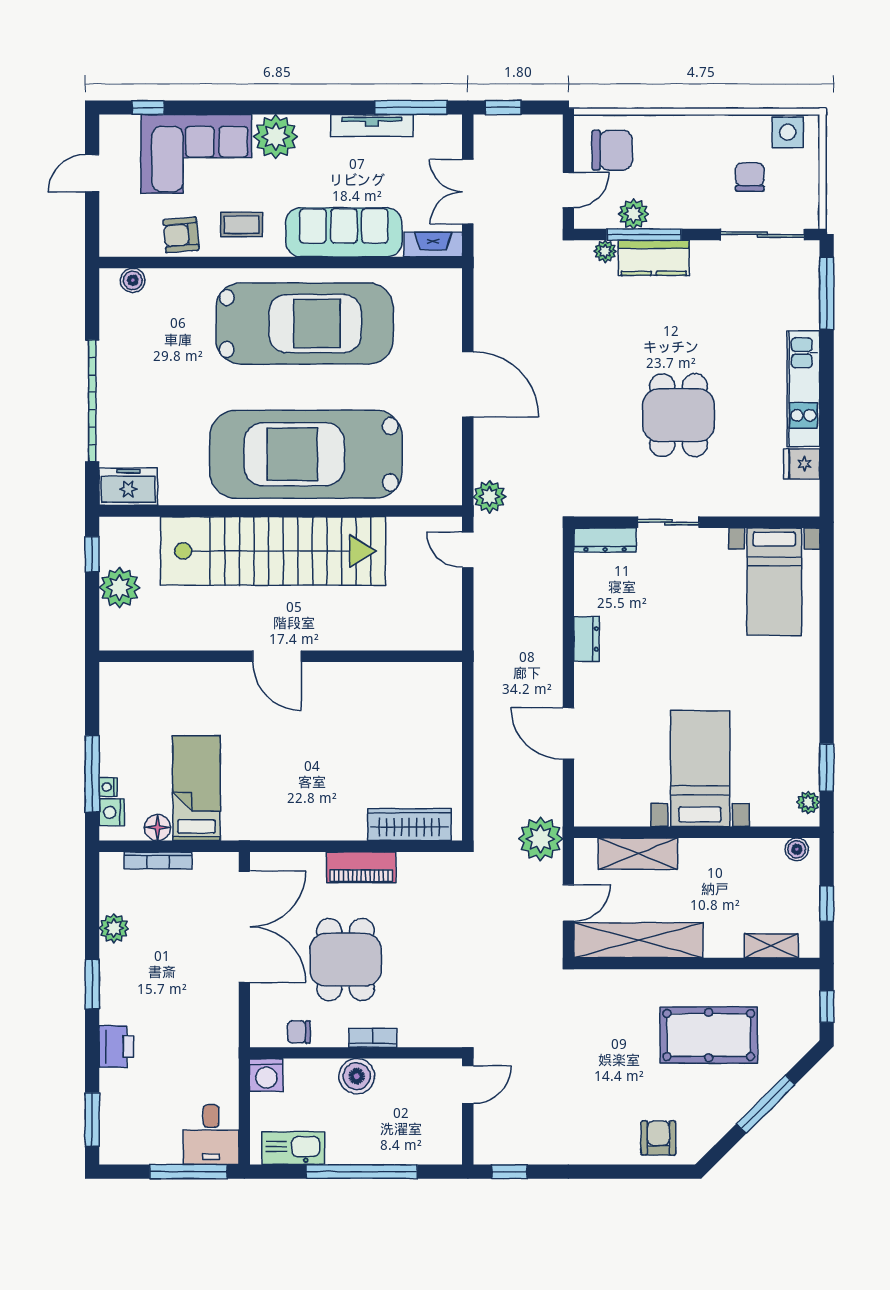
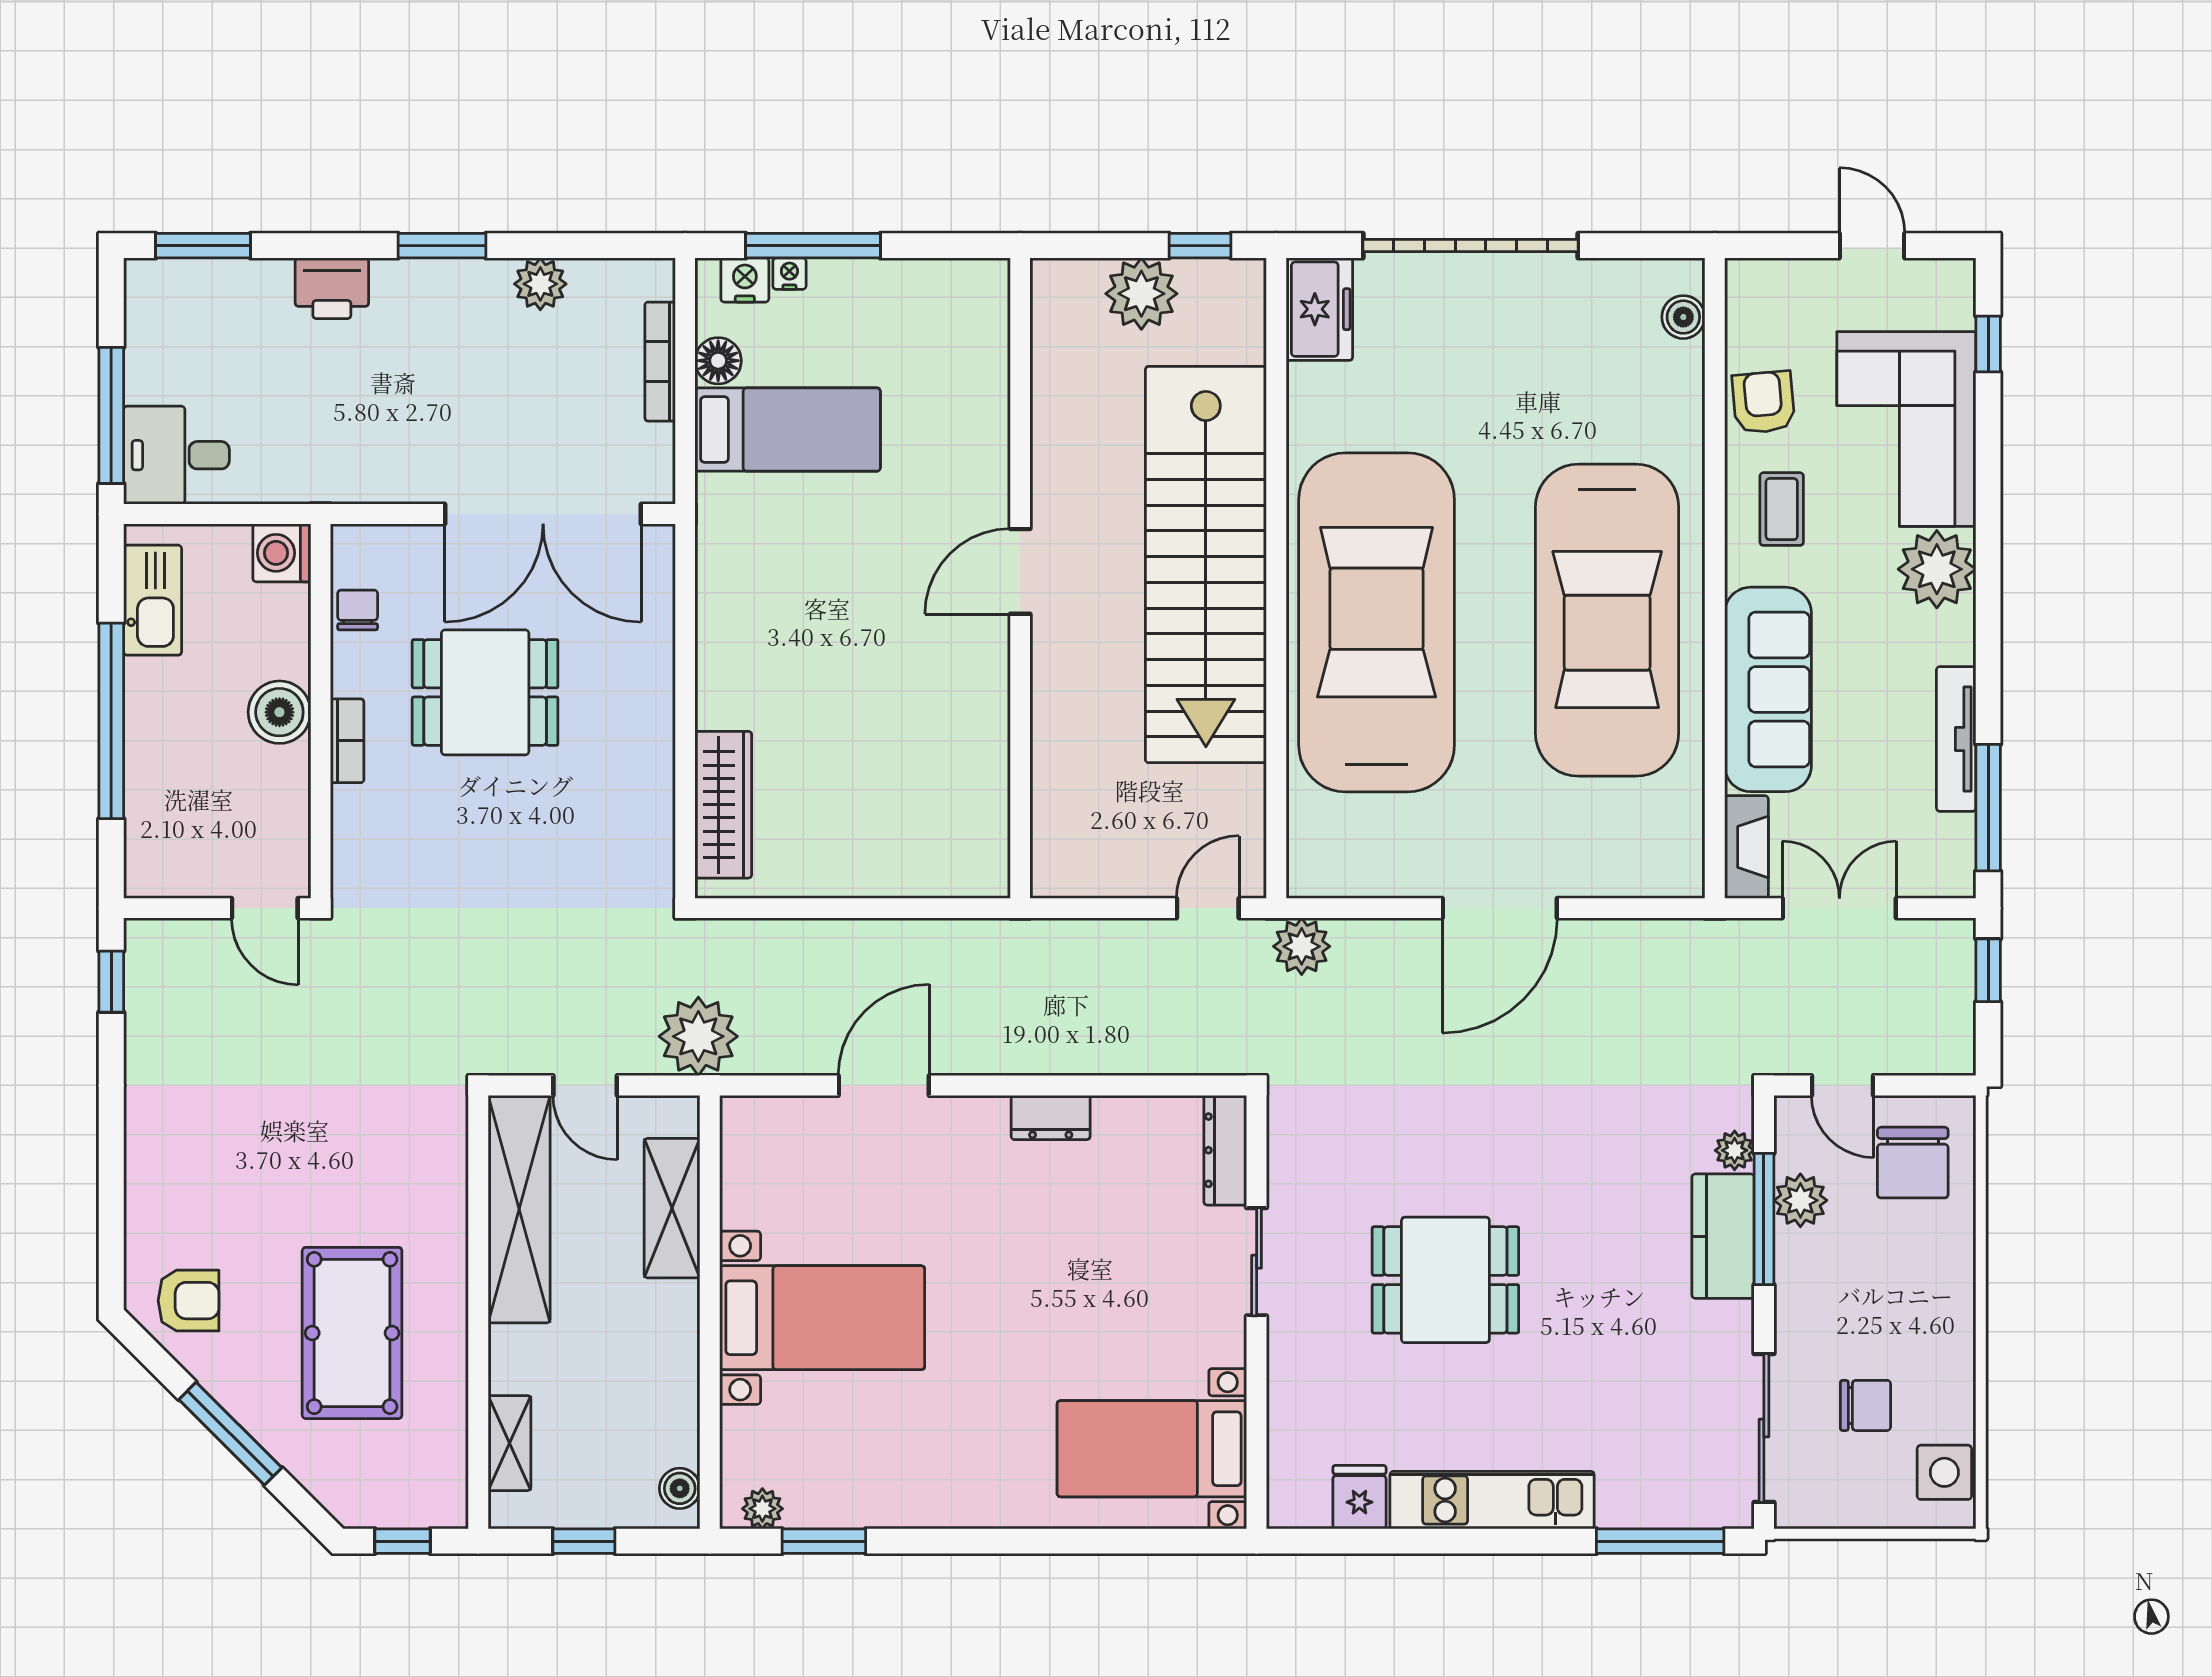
piano: (361, 867) -> (648, 720), removed
armchair: (658, 1138) -> (189, 1301), moved

